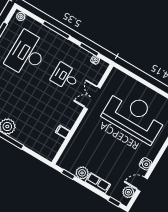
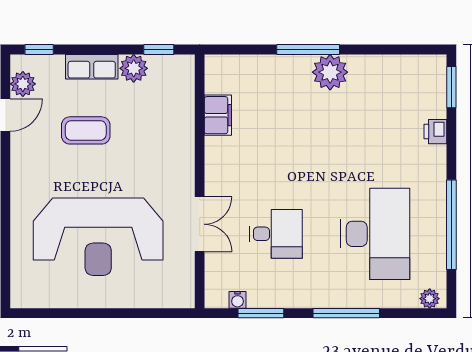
filing cabinet: (63, 132) -> (218, 115), width x2.00
coffee table: (115, 160) -> (86, 130), added
water cooler: (146, 164) -> (22, 158), removed

